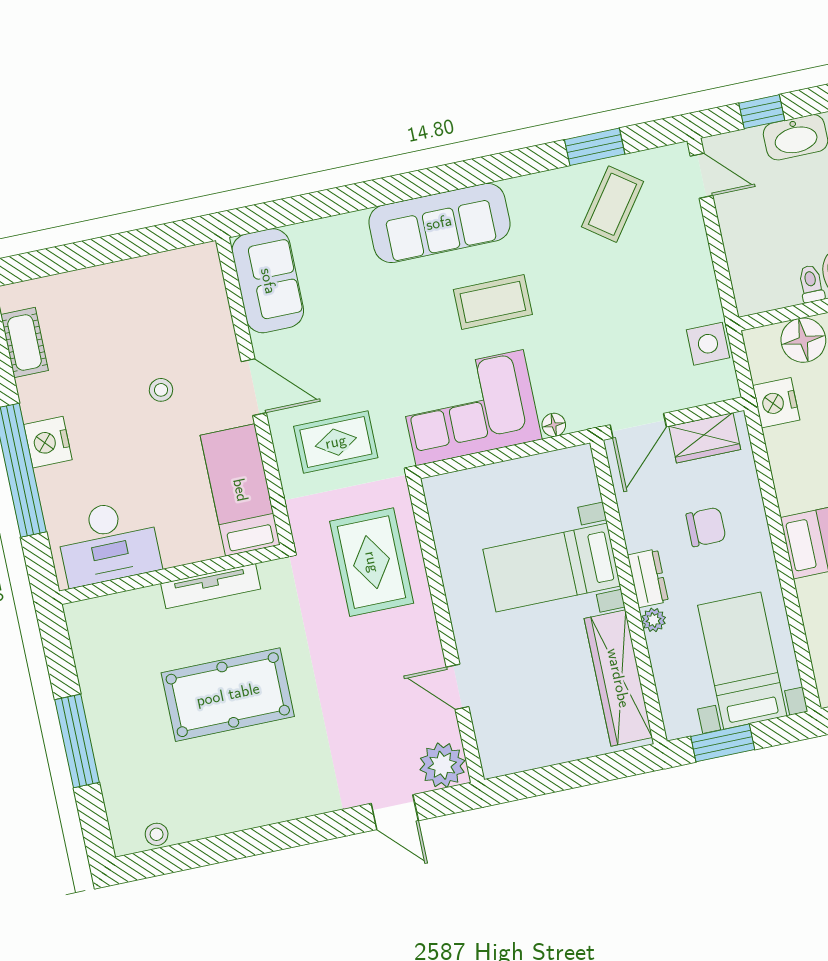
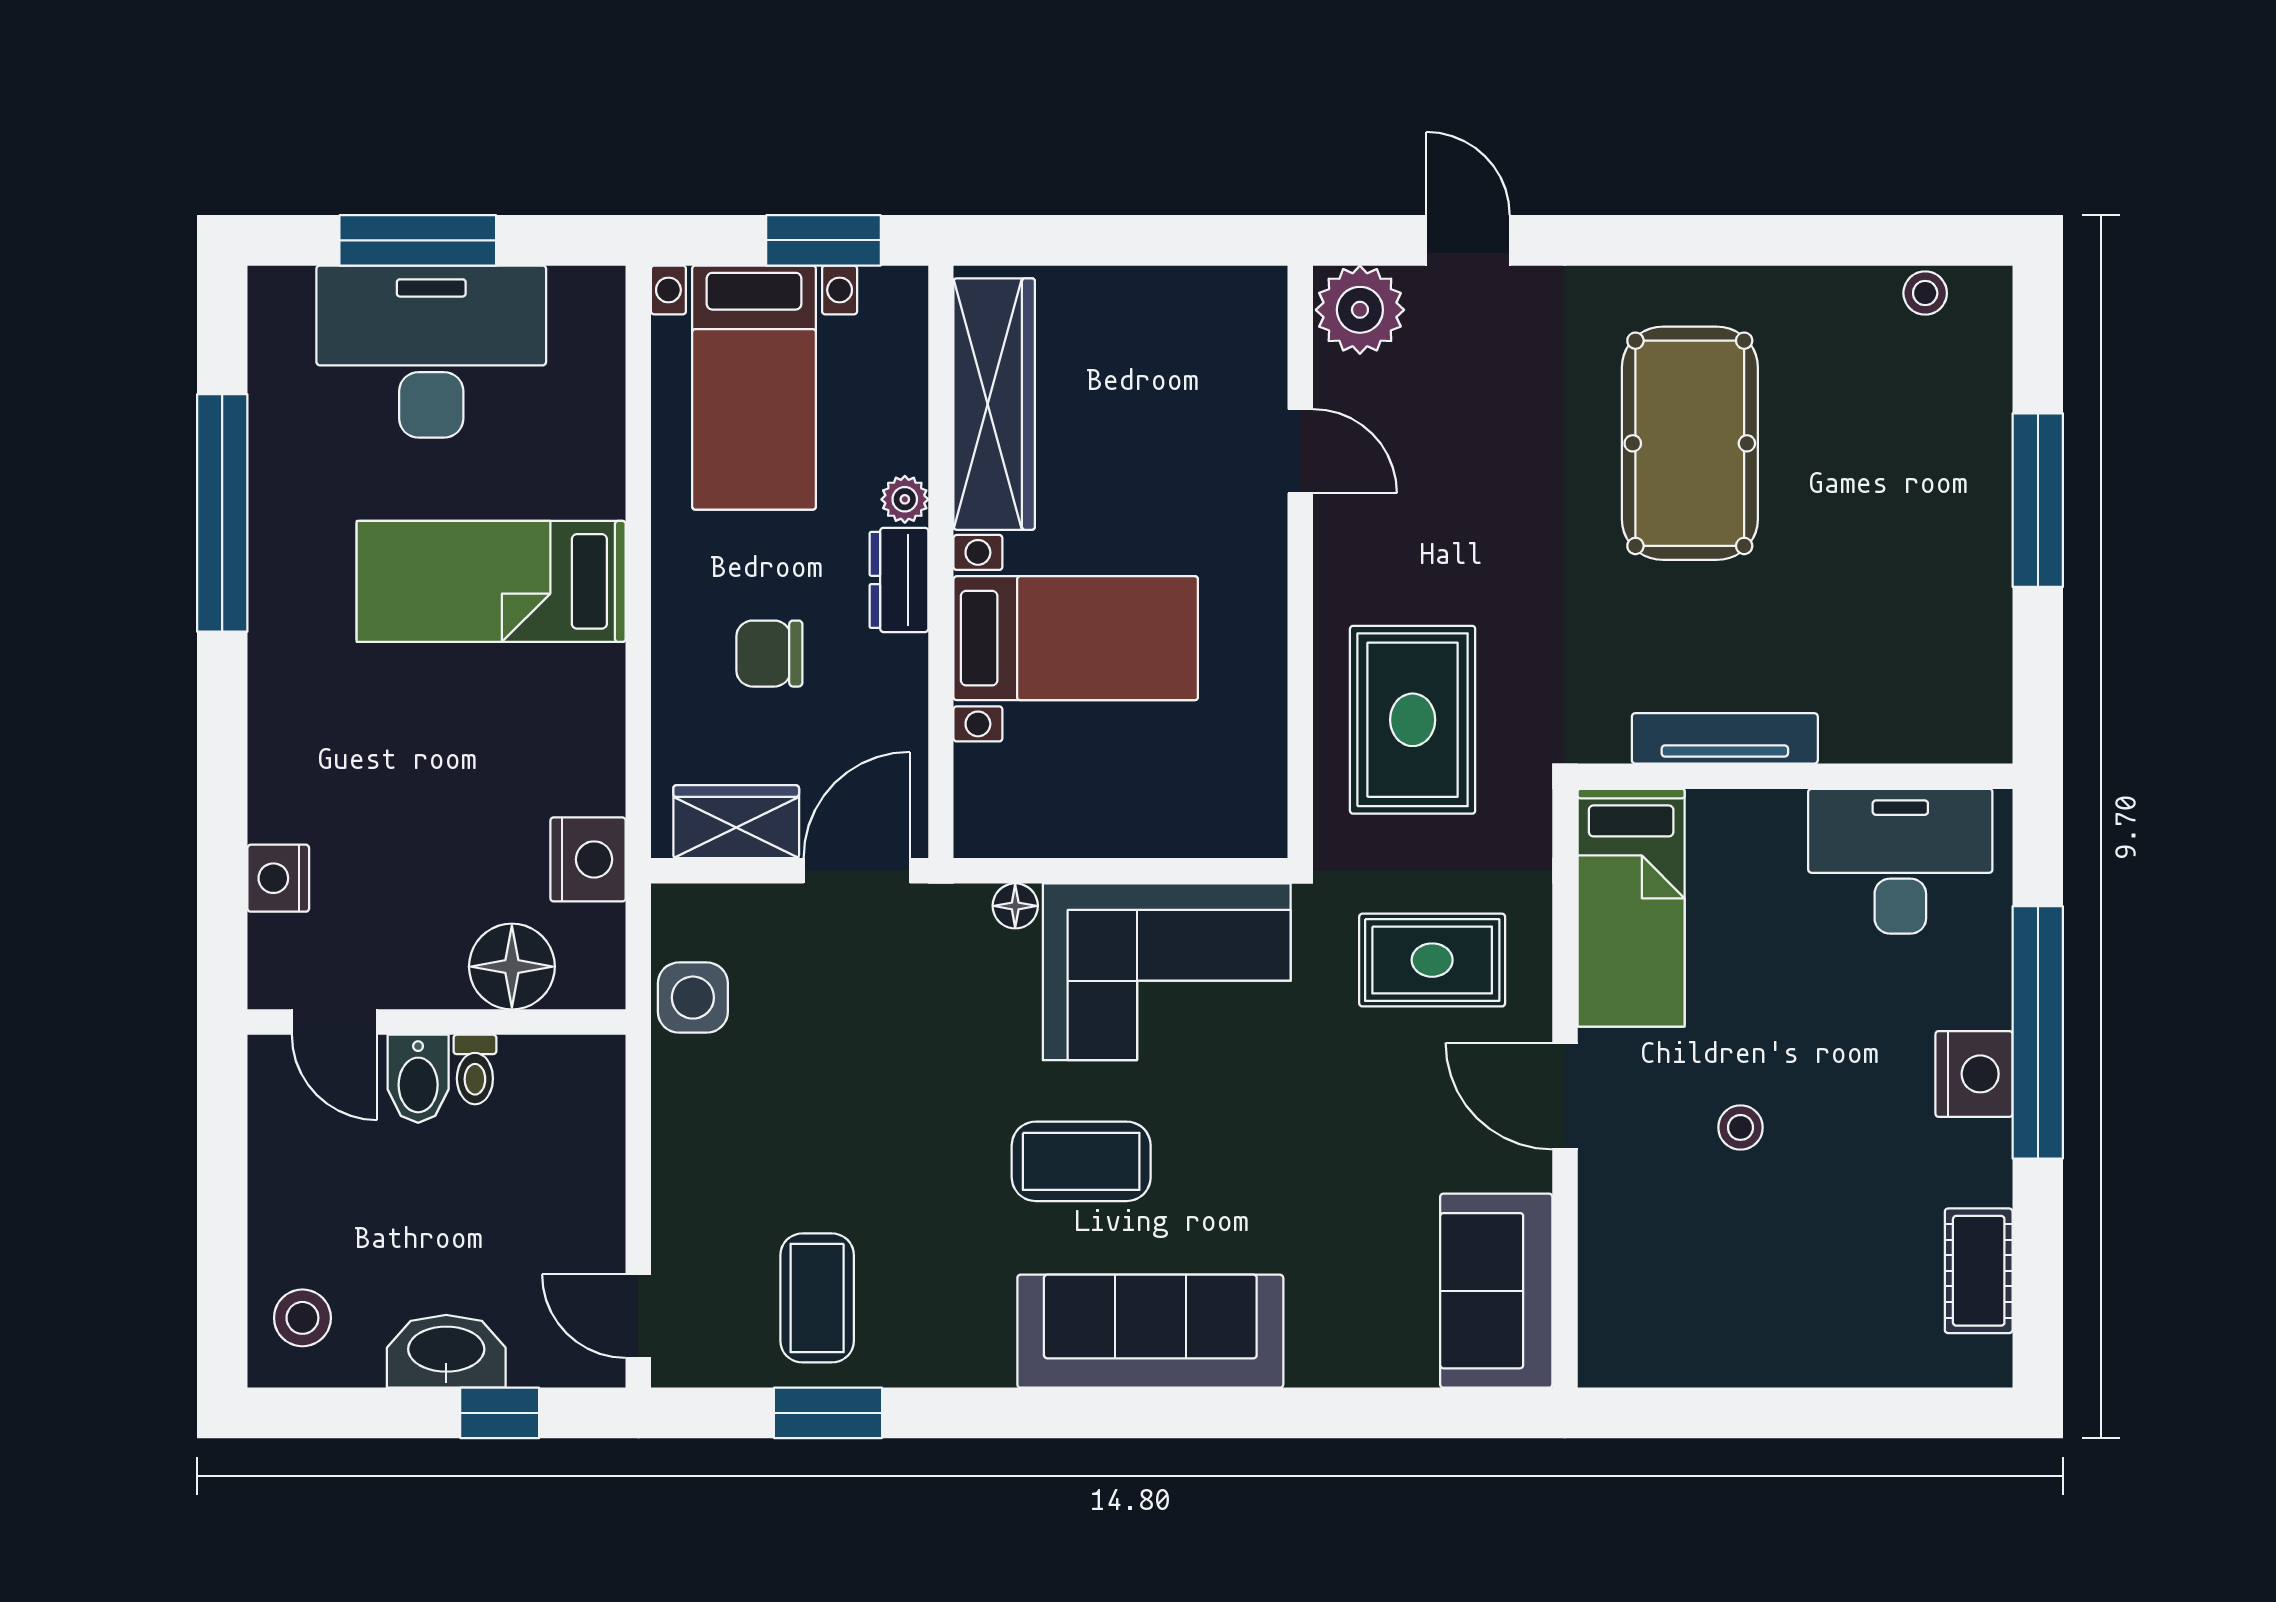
coffee table: (613, 204) -> (817, 1298), turned -36
pool table: (228, 695) -> (1690, 443), moved, turned 90

